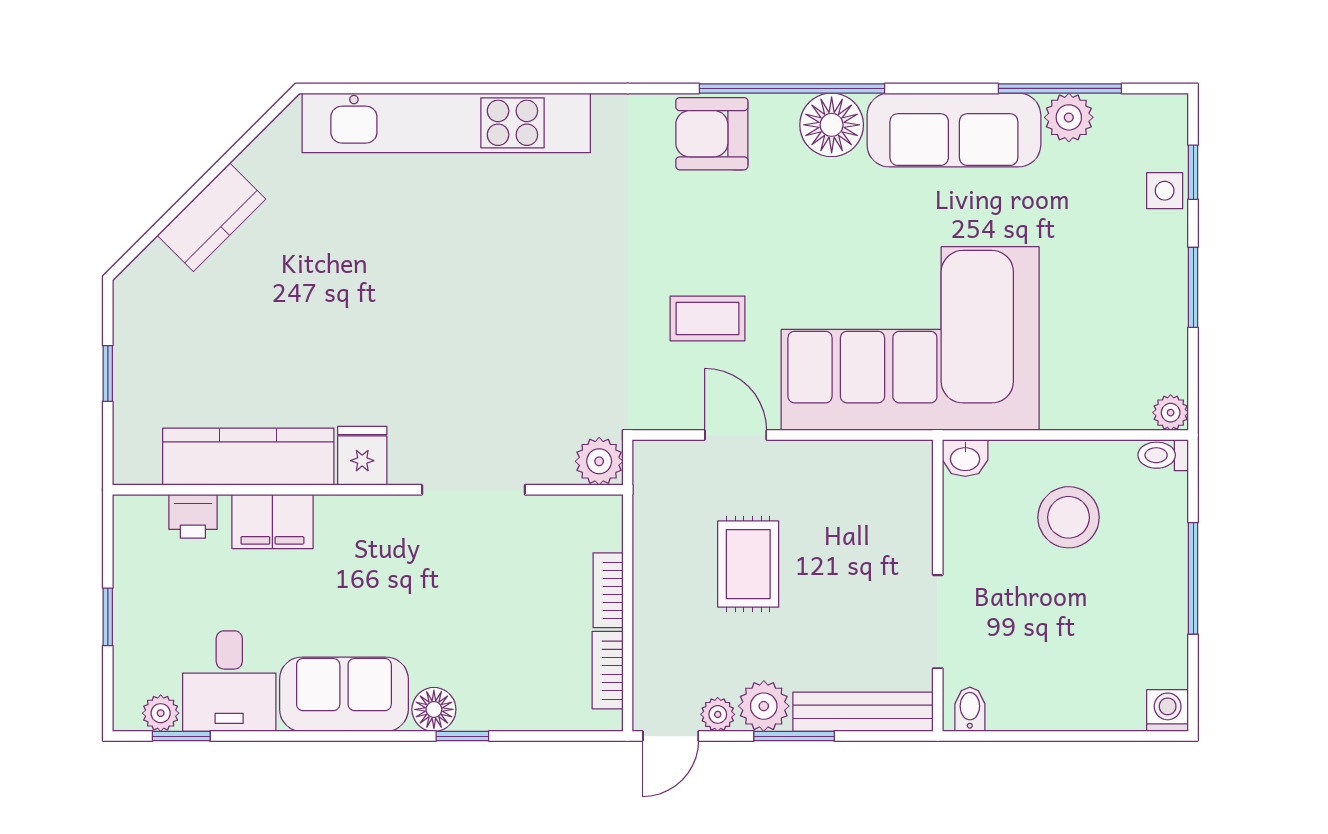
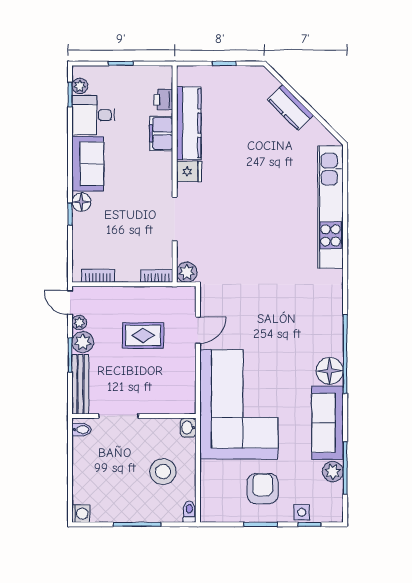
armchair: (712, 134) -> (263, 489), moved
coffee table: (707, 318) -> (247, 318), removed
plant: (1171, 413) -> (207, 515), removed
bookcase: (608, 590) -> (157, 276), moved

